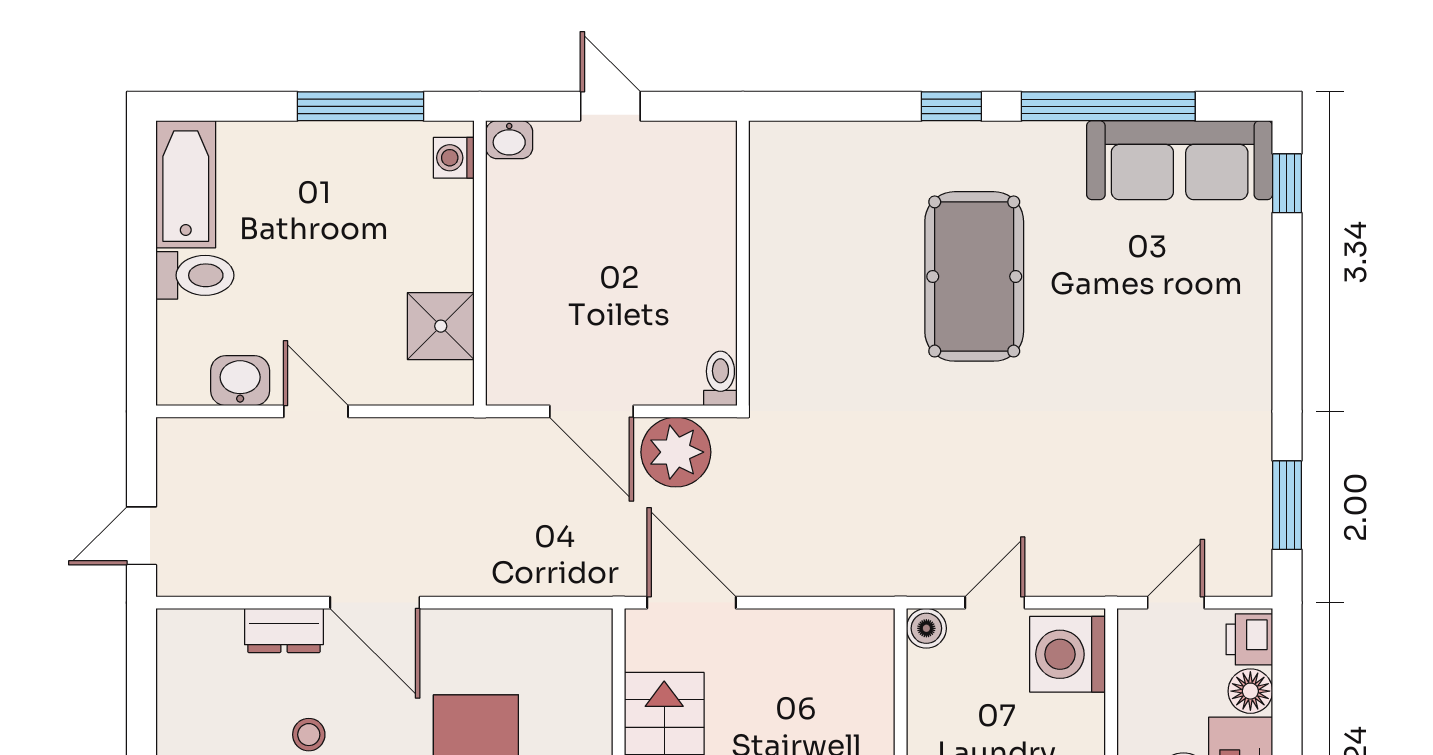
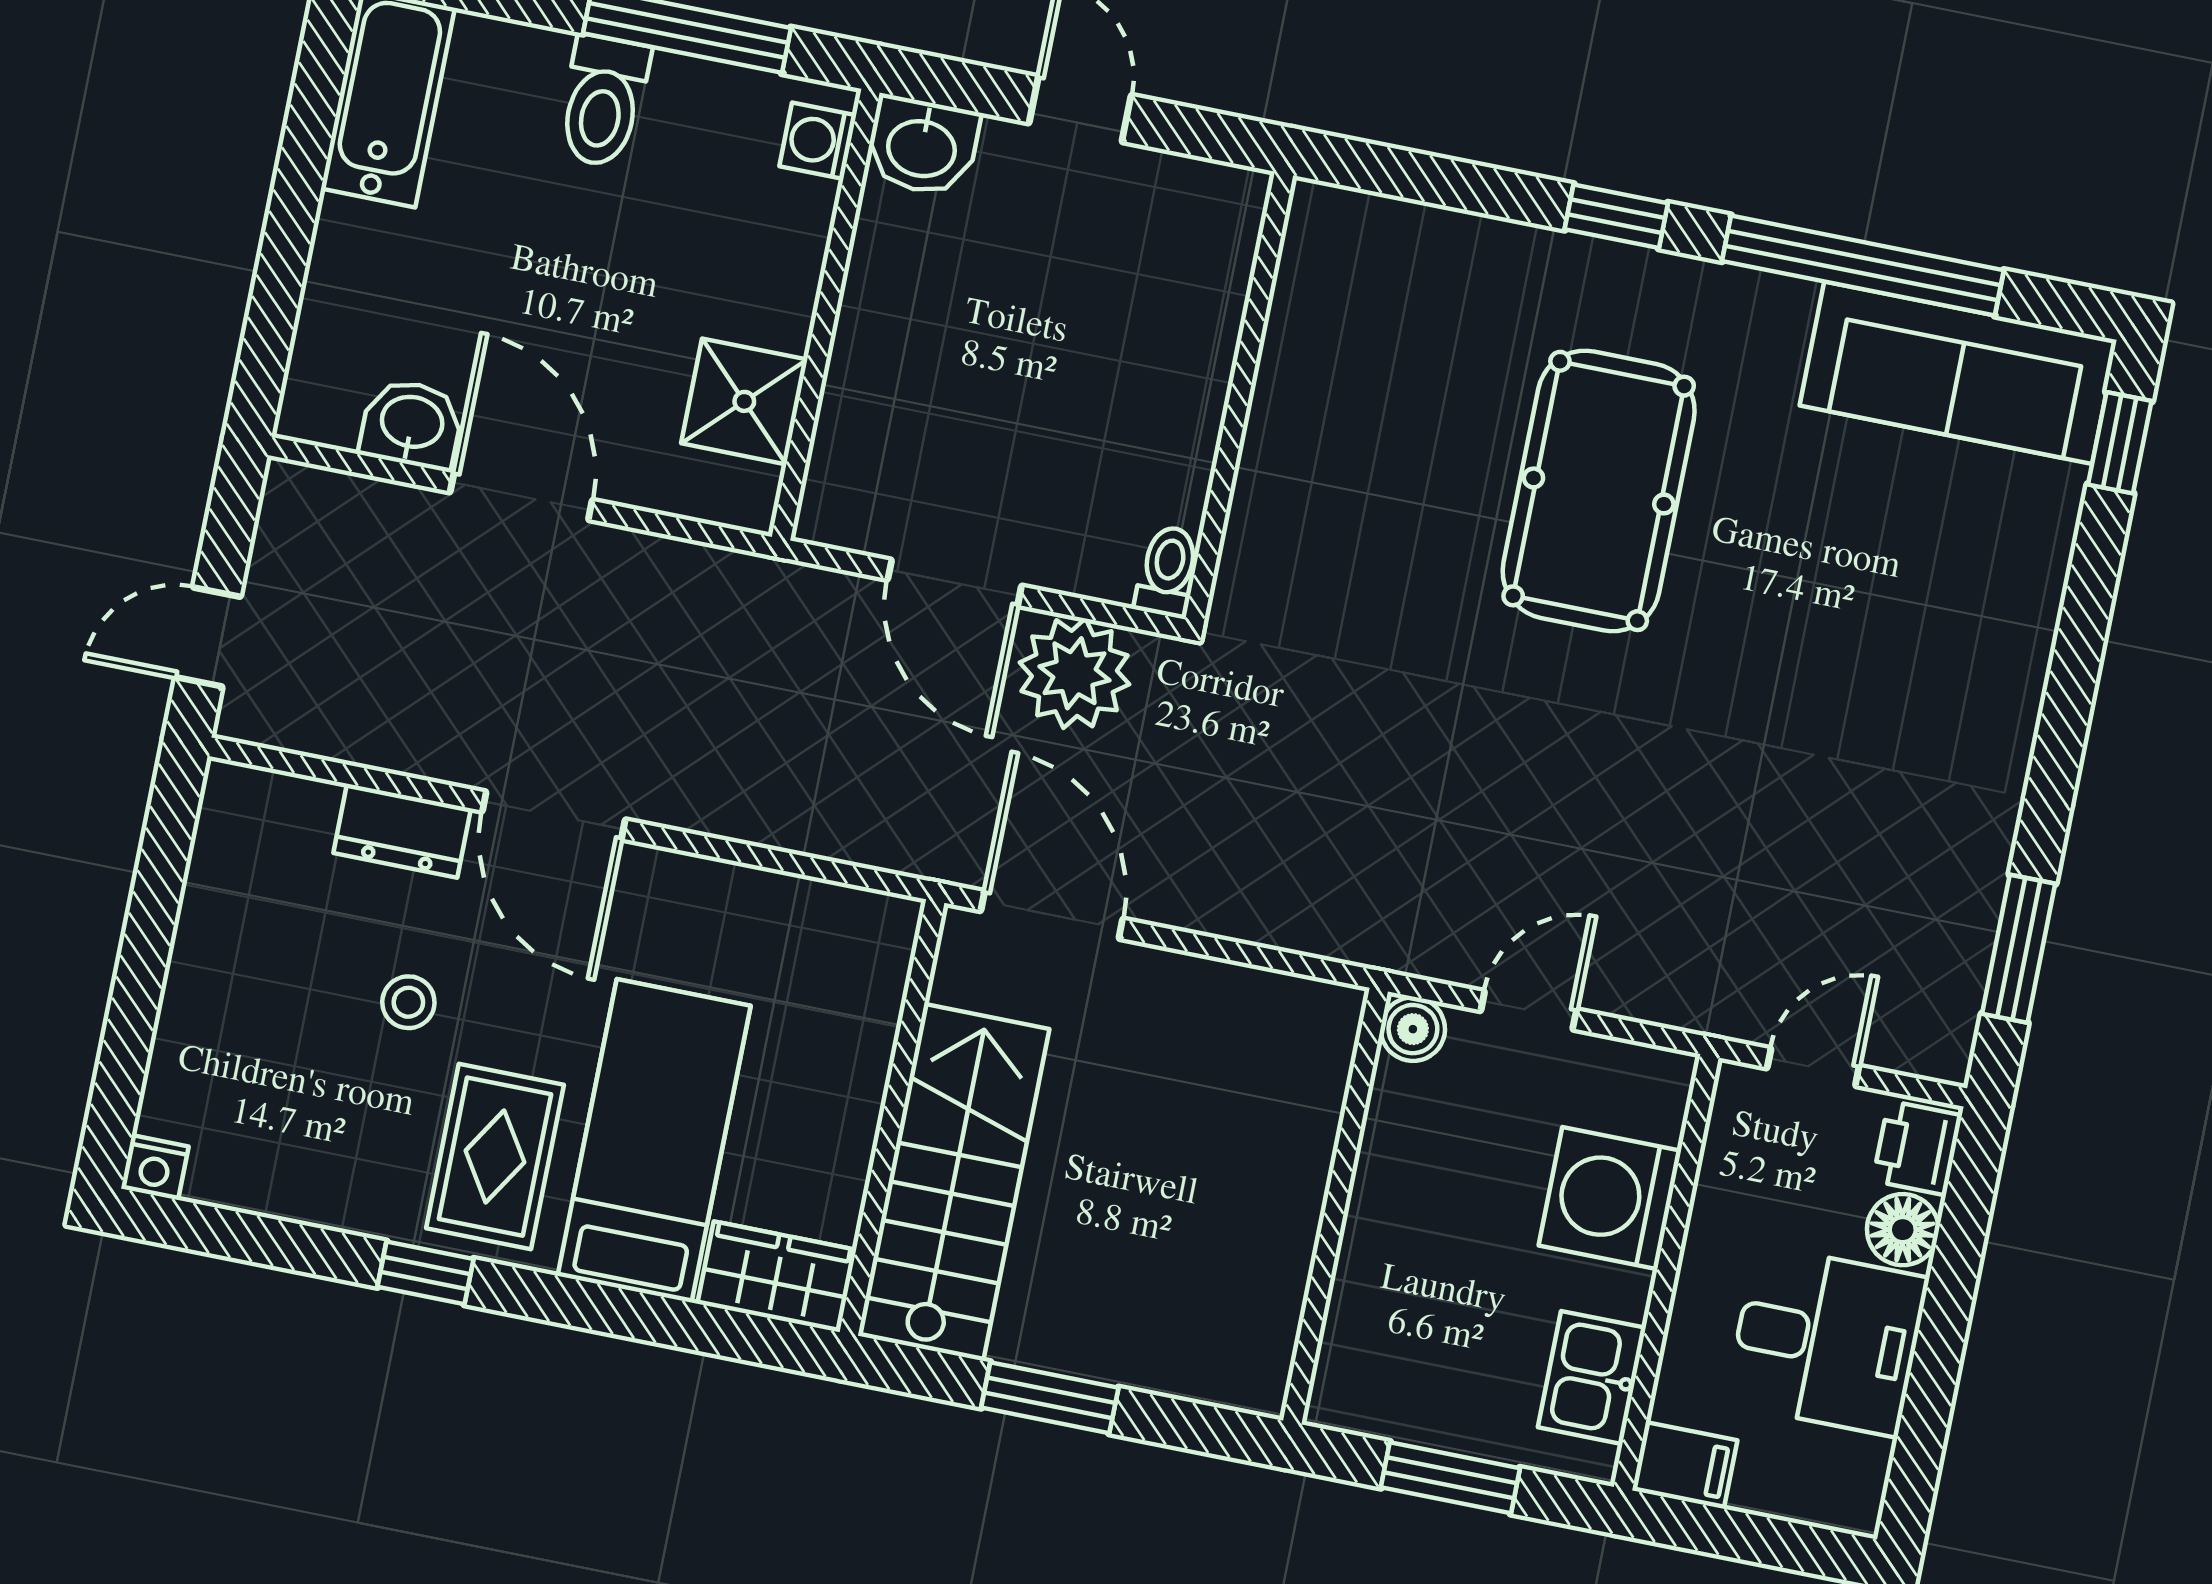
washbasin: (509, 140) -> (922, 146), width x1.38, depth x1.45
toilet: (195, 275) -> (603, 101), moved, turned 90
door: (316, 411) -> (521, 496), width x1.38
washing machine: (1067, 654) -> (1610, 1198), moved

